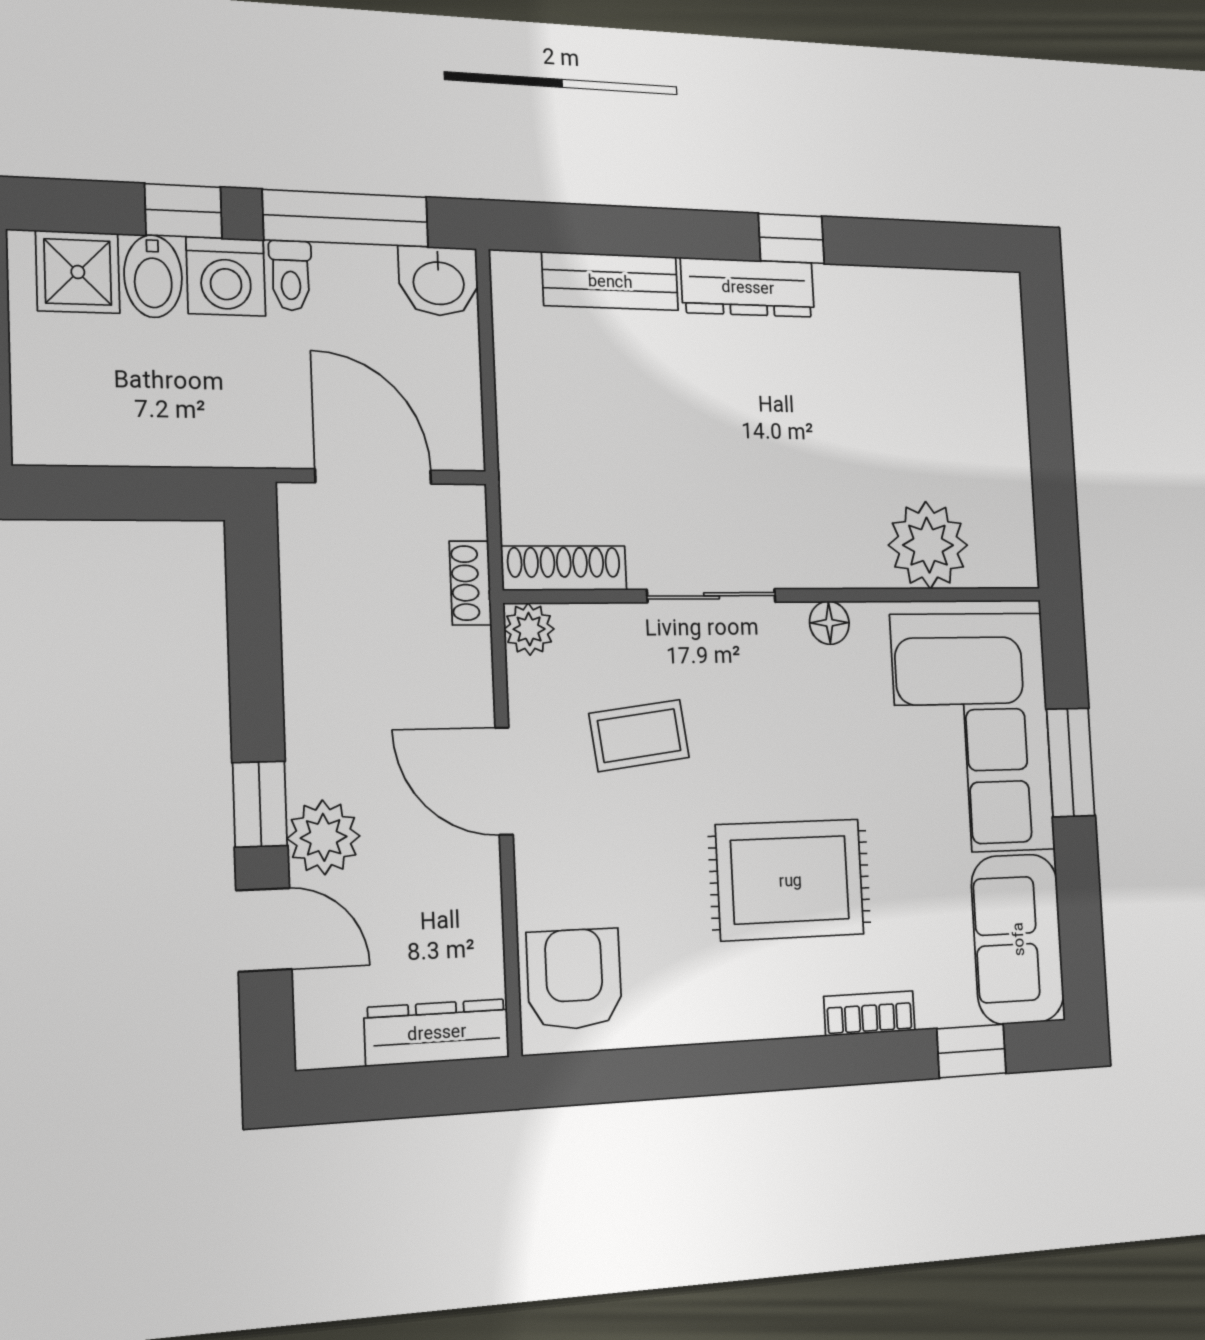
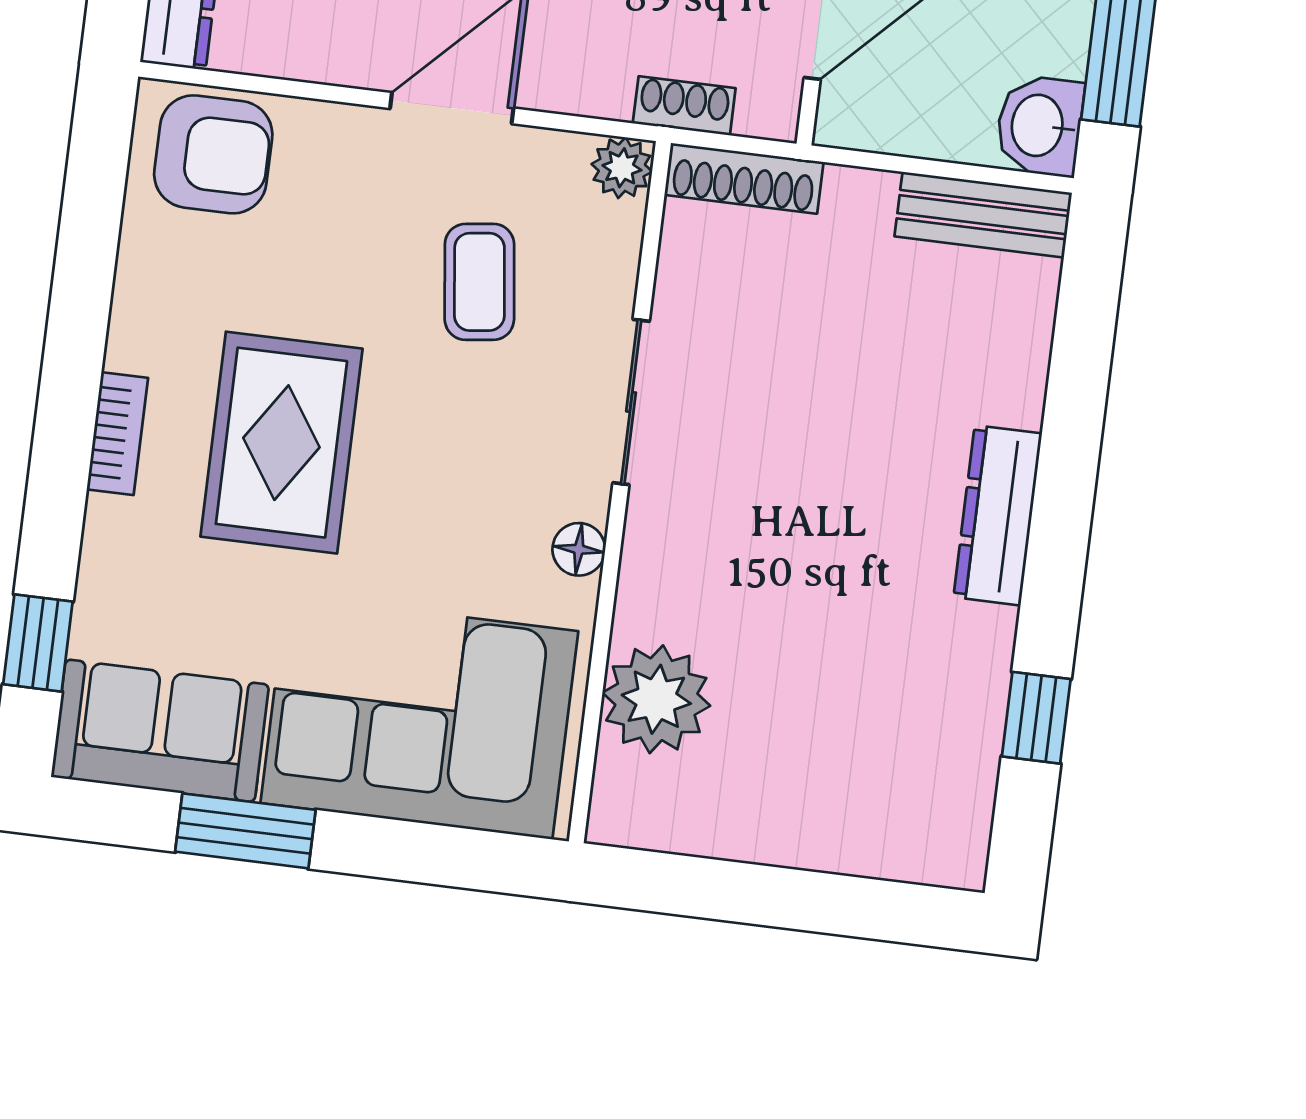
window: (791, 239) -> (1036, 718), moved
bench: (610, 281) -> (983, 215), moved, turned 90
shoe rack: (564, 568) -> (744, 178), moved, turned 90
window: (1071, 762) -> (245, 831), moved
bookcase: (869, 1013) -> (117, 434), moved

